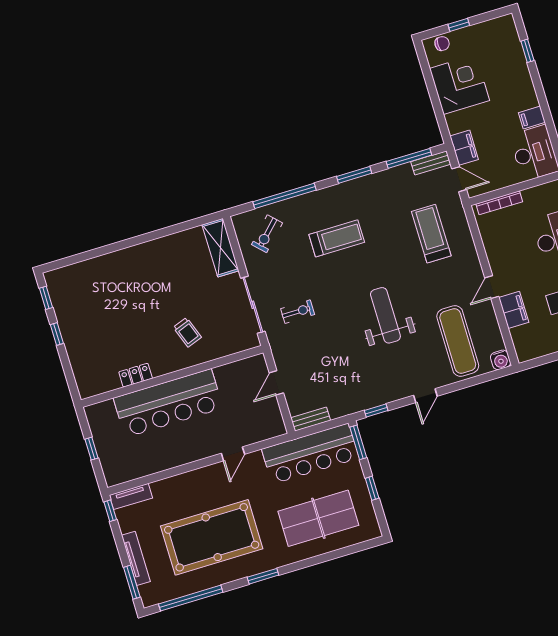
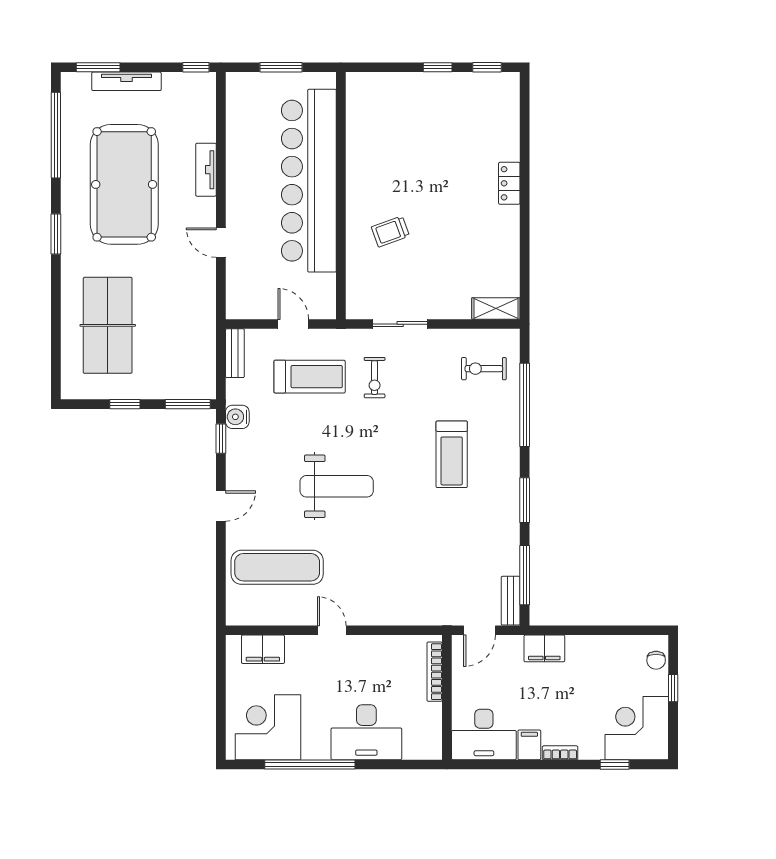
corner desk: (460, 84) -> (637, 728), moved, turned 180
bookcase: (531, 93) -> (560, 753), added
filing cabinet: (464, 148) -> (544, 648), moved
exercise bike: (267, 234) -> (484, 369), turned -45
treadmill: (431, 234) -> (310, 377), moved
shelving: (220, 248) -> (496, 308), width x0.67, depth x0.75
sliding door: (253, 305) -> (400, 324), width x0.73
filing cabinet: (514, 310) -> (263, 649), moved
water cooler: (501, 360) -> (237, 417), moved
locker: (136, 375) -> (509, 183), moved, turned 180
door: (425, 396) -> (221, 506), swing flipped
bar counter: (168, 403) -> (309, 181), width x1.36
window: (91, 449) -> (281, 67), width x1.50
bar counter: (310, 454) -> (192, 340), removed
tv unit: (131, 496) -> (206, 170), moved

